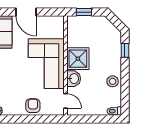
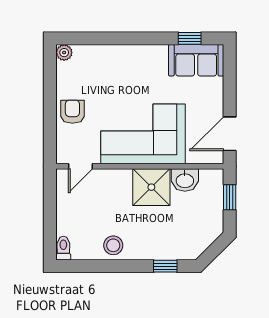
door: (26, 12) -> (230, 134), moved
washbasin: (74, 79) -> (185, 180), moved
armchair: (33, 106) -> (72, 112), turned -90

